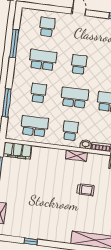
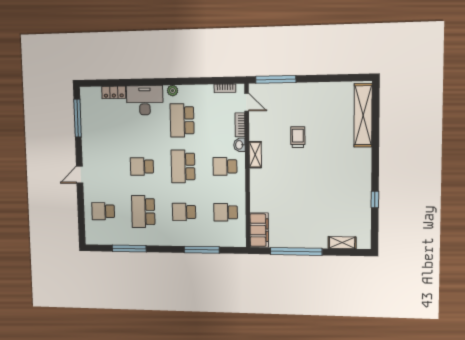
school desk: (34, 126) -> (226, 212), width x0.54

